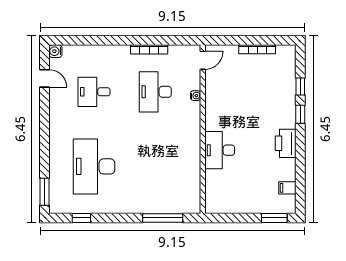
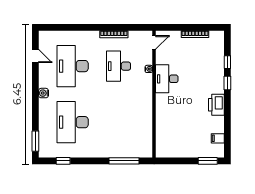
water cooler: (55, 51) -> (44, 93), moved
desk: (94, 92) -> (73, 66), width x1.87, depth x1.30
desk: (220, 150) -> (167, 79), moved

